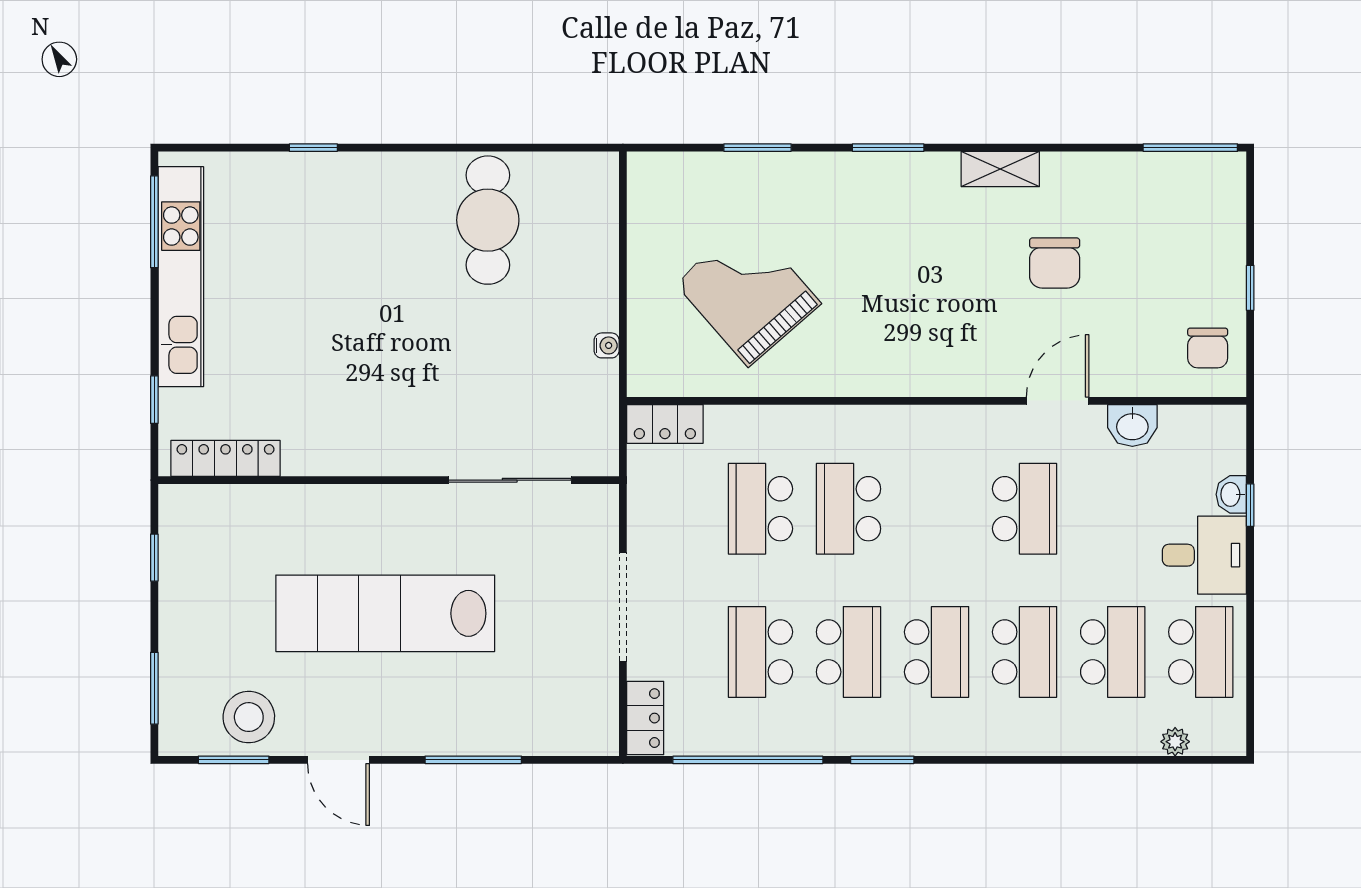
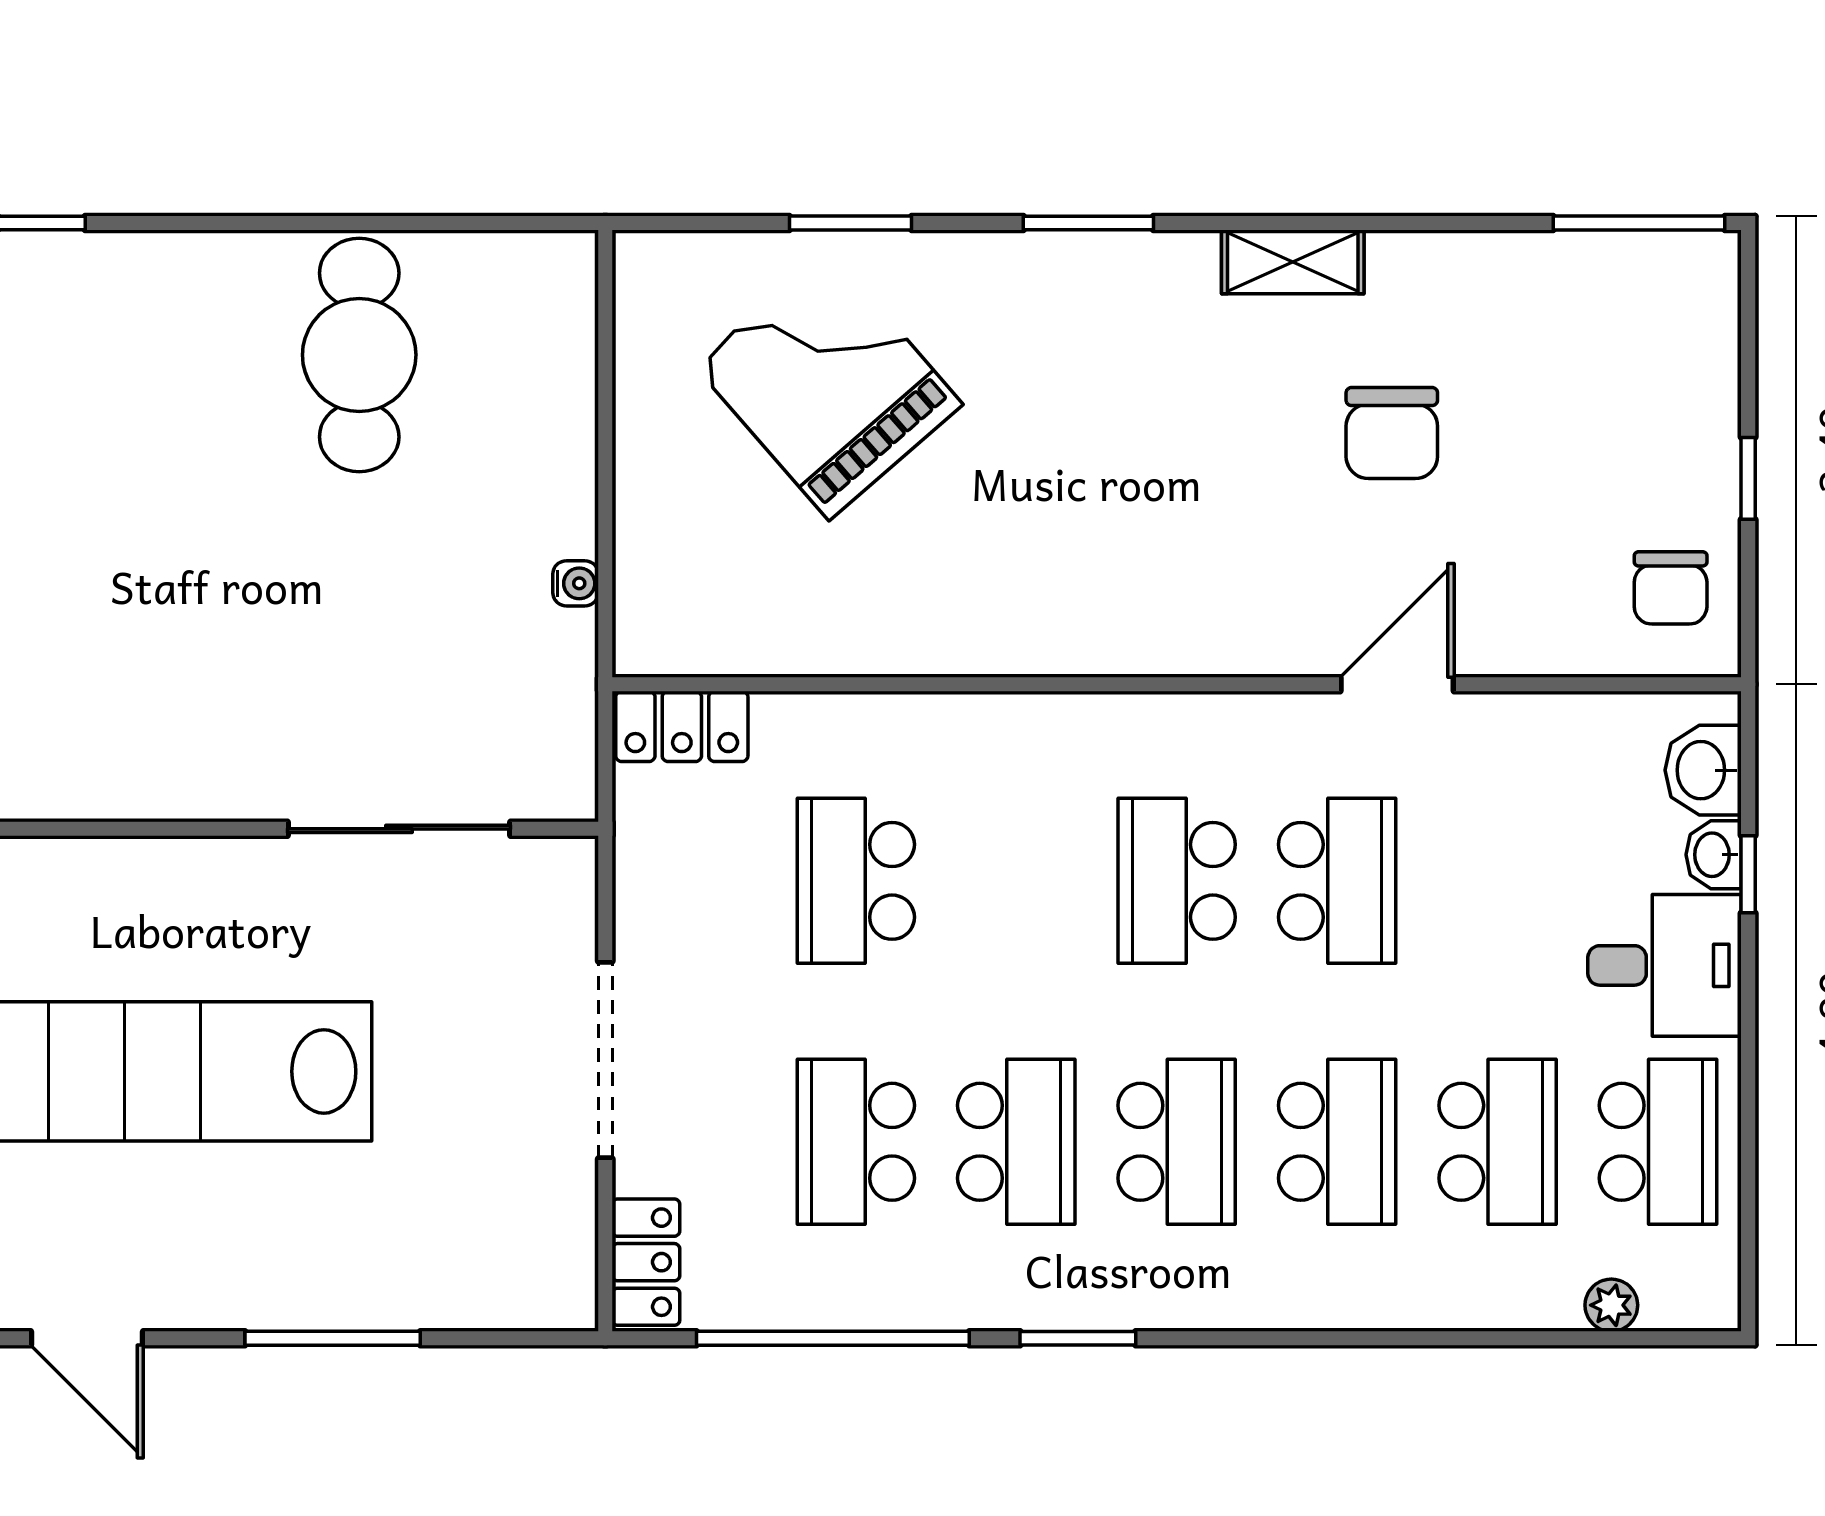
grand piano: (748, 293) -> (829, 385), moved
washbasin: (1132, 426) -> (1703, 770), moved, turned 90
school desk: (848, 509) -> (1177, 881), moved

